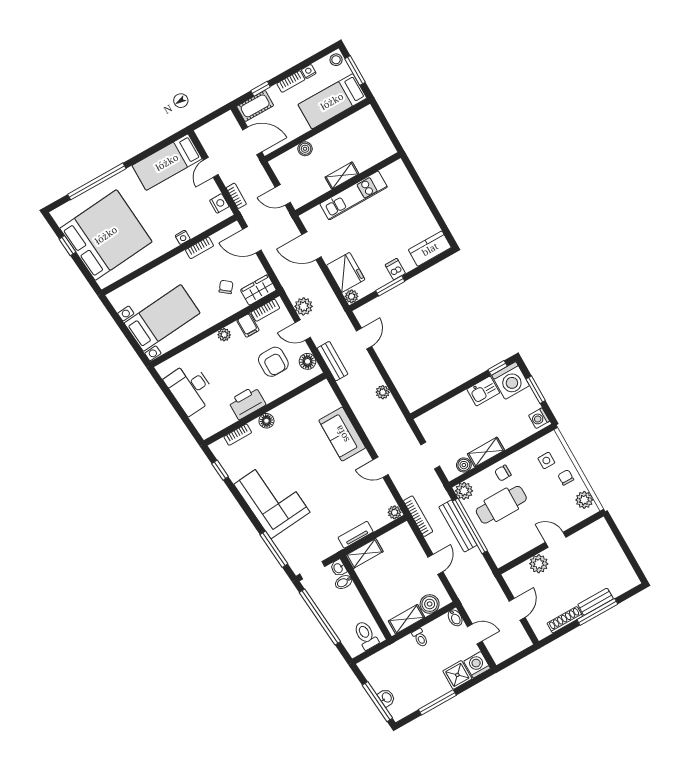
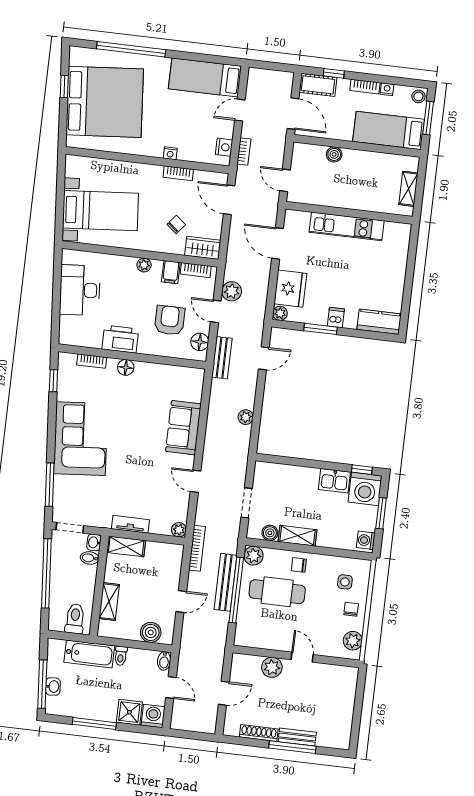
shelving: (342, 176) -> (408, 189), moved, turned 90
armchair: (273, 362) -> (170, 320), turned 180
shelving: (407, 619) -> (109, 602), moved, turned 90
bathtub: (396, 654) -> (89, 654), added

